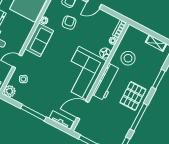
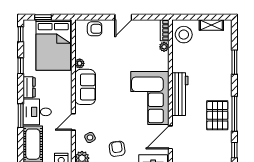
armchair: (69, 23) -> (117, 149), moved
floor lamp: (105, 53) -> (163, 64), removed
stool: (128, 58) -> (184, 35), moved
pallet: (133, 96) -> (217, 115), moved

